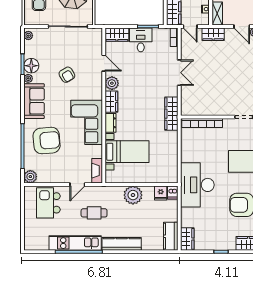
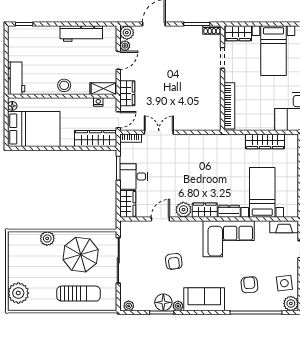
double door: (179, 73) -> (159, 132), moved
armchair: (67, 75) -> (174, 261), turned 114
wardrobe: (171, 114) -> (265, 141), moved
armchair: (47, 141) -> (249, 285), width x0.53, depth x0.53
side table: (48, 171) -> (284, 283), added

